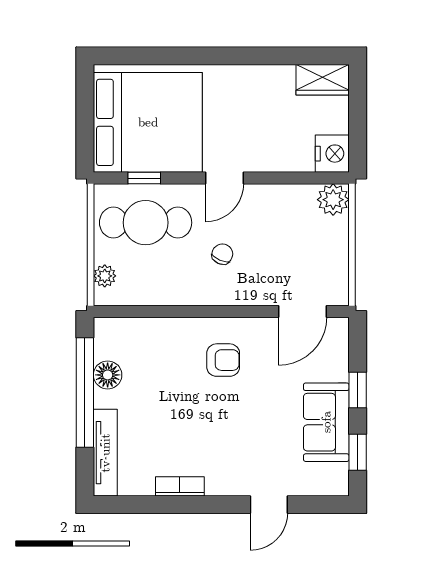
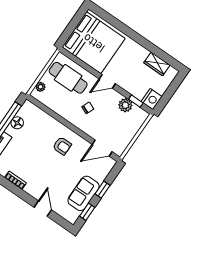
wardrobe: (323, 80) -> (157, 64), moved
window: (144, 178) -> (136, 101), moved
plant: (333, 200) -> (125, 105), moved
door: (269, 505) -> (43, 209), swing flipped

